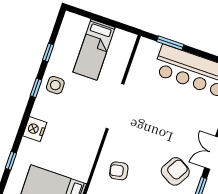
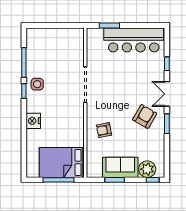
bed: (94, 50) -> (56, 49), removed
window: (48, 52) -> (24, 62), width x2.17
window: (11, 161) -> (24, 149), removed

